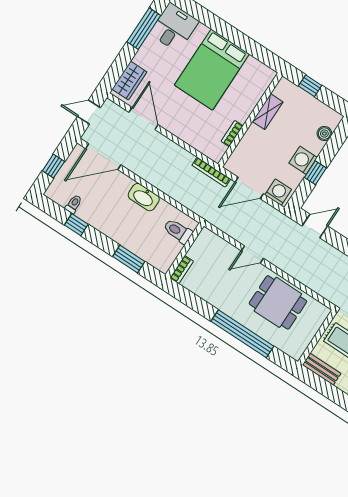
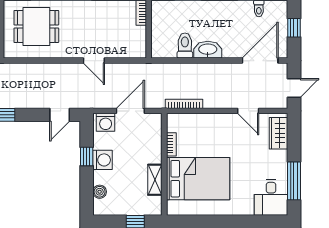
bed: (212, 70) -> (198, 179), moved, turned 90
door: (144, 119) -> (248, 111), width x0.73
bookcase: (211, 172) -> (184, 104), moved
toilet: (178, 231) -> (185, 45), moved, turned -90
door: (252, 254) -> (94, 61), swing flipped
dining table: (278, 302) -> (36, 26), moved

